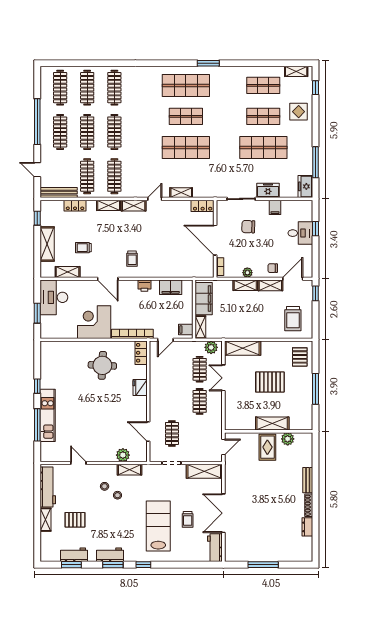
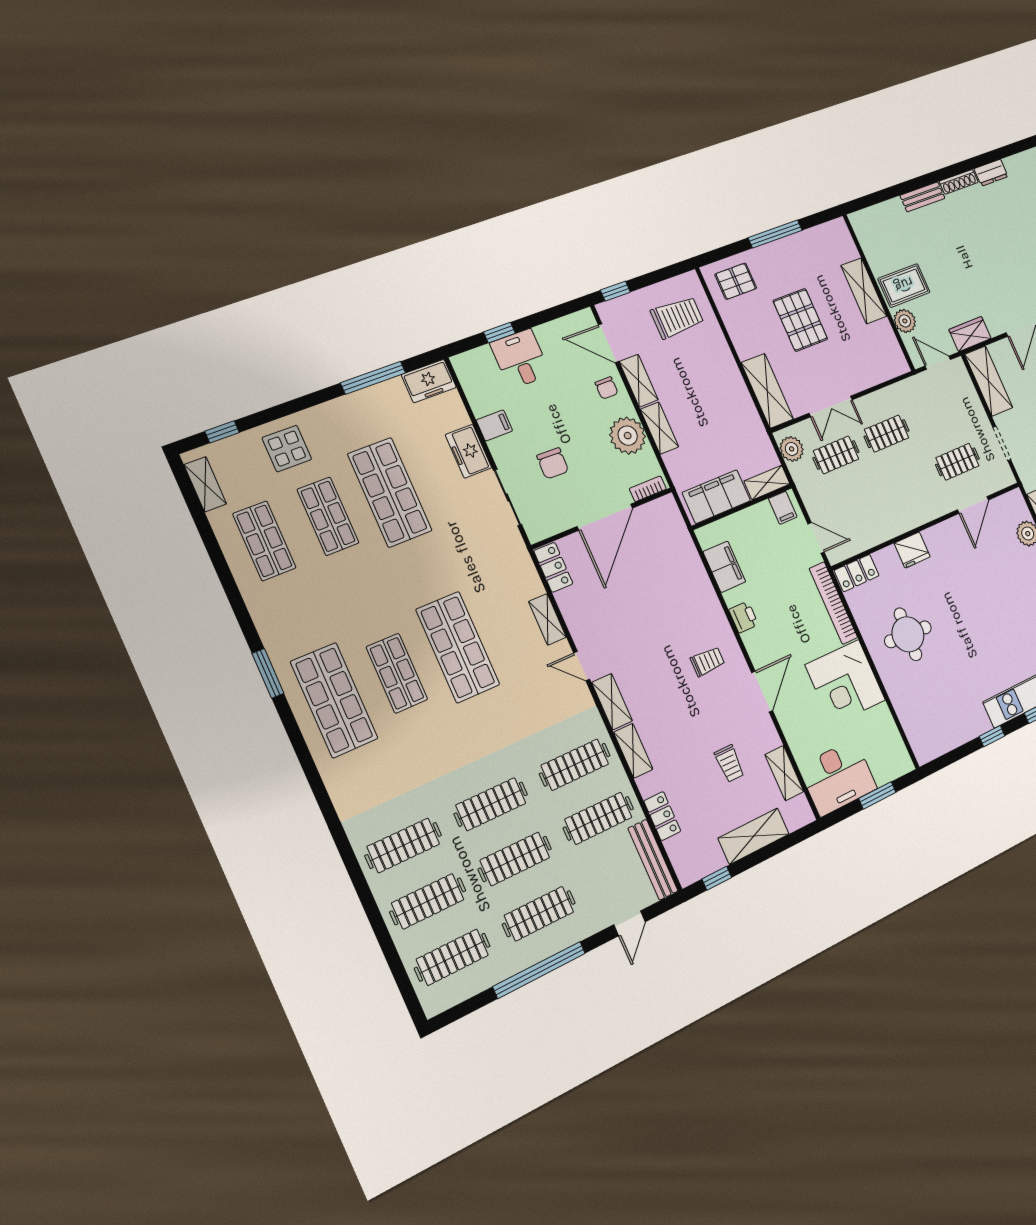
plant: (247, 273) -> (628, 436), width x1.88, depth x1.88
plant: (288, 439) -> (905, 321), moved
wardrobe: (231, 473) -> (970, 334), added

